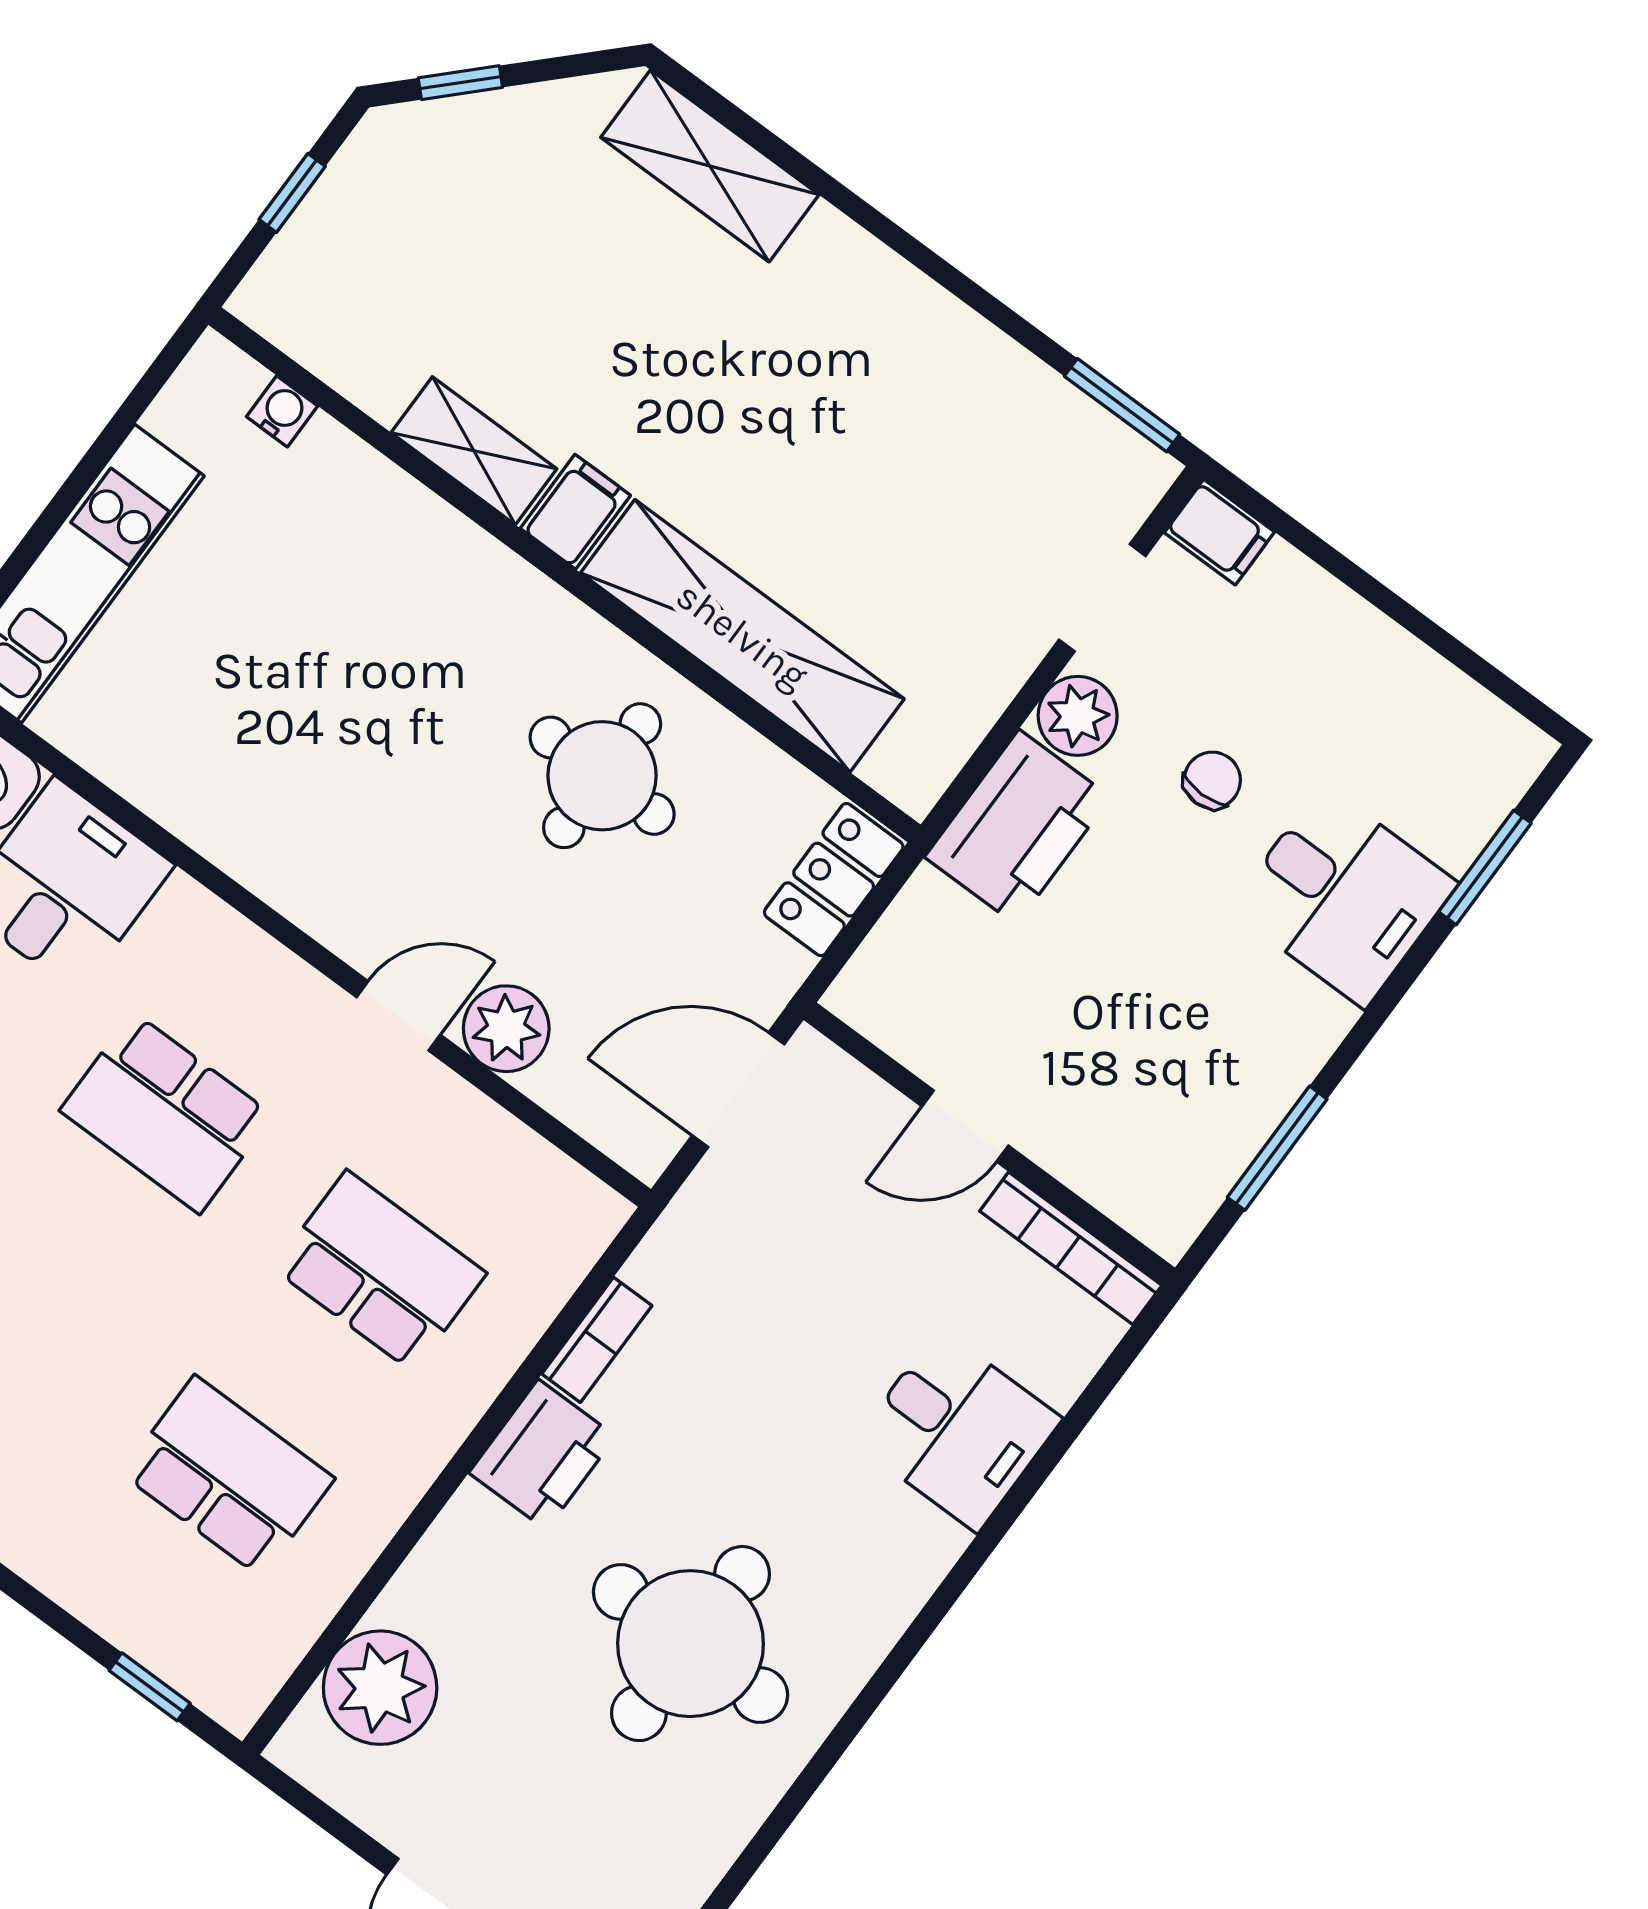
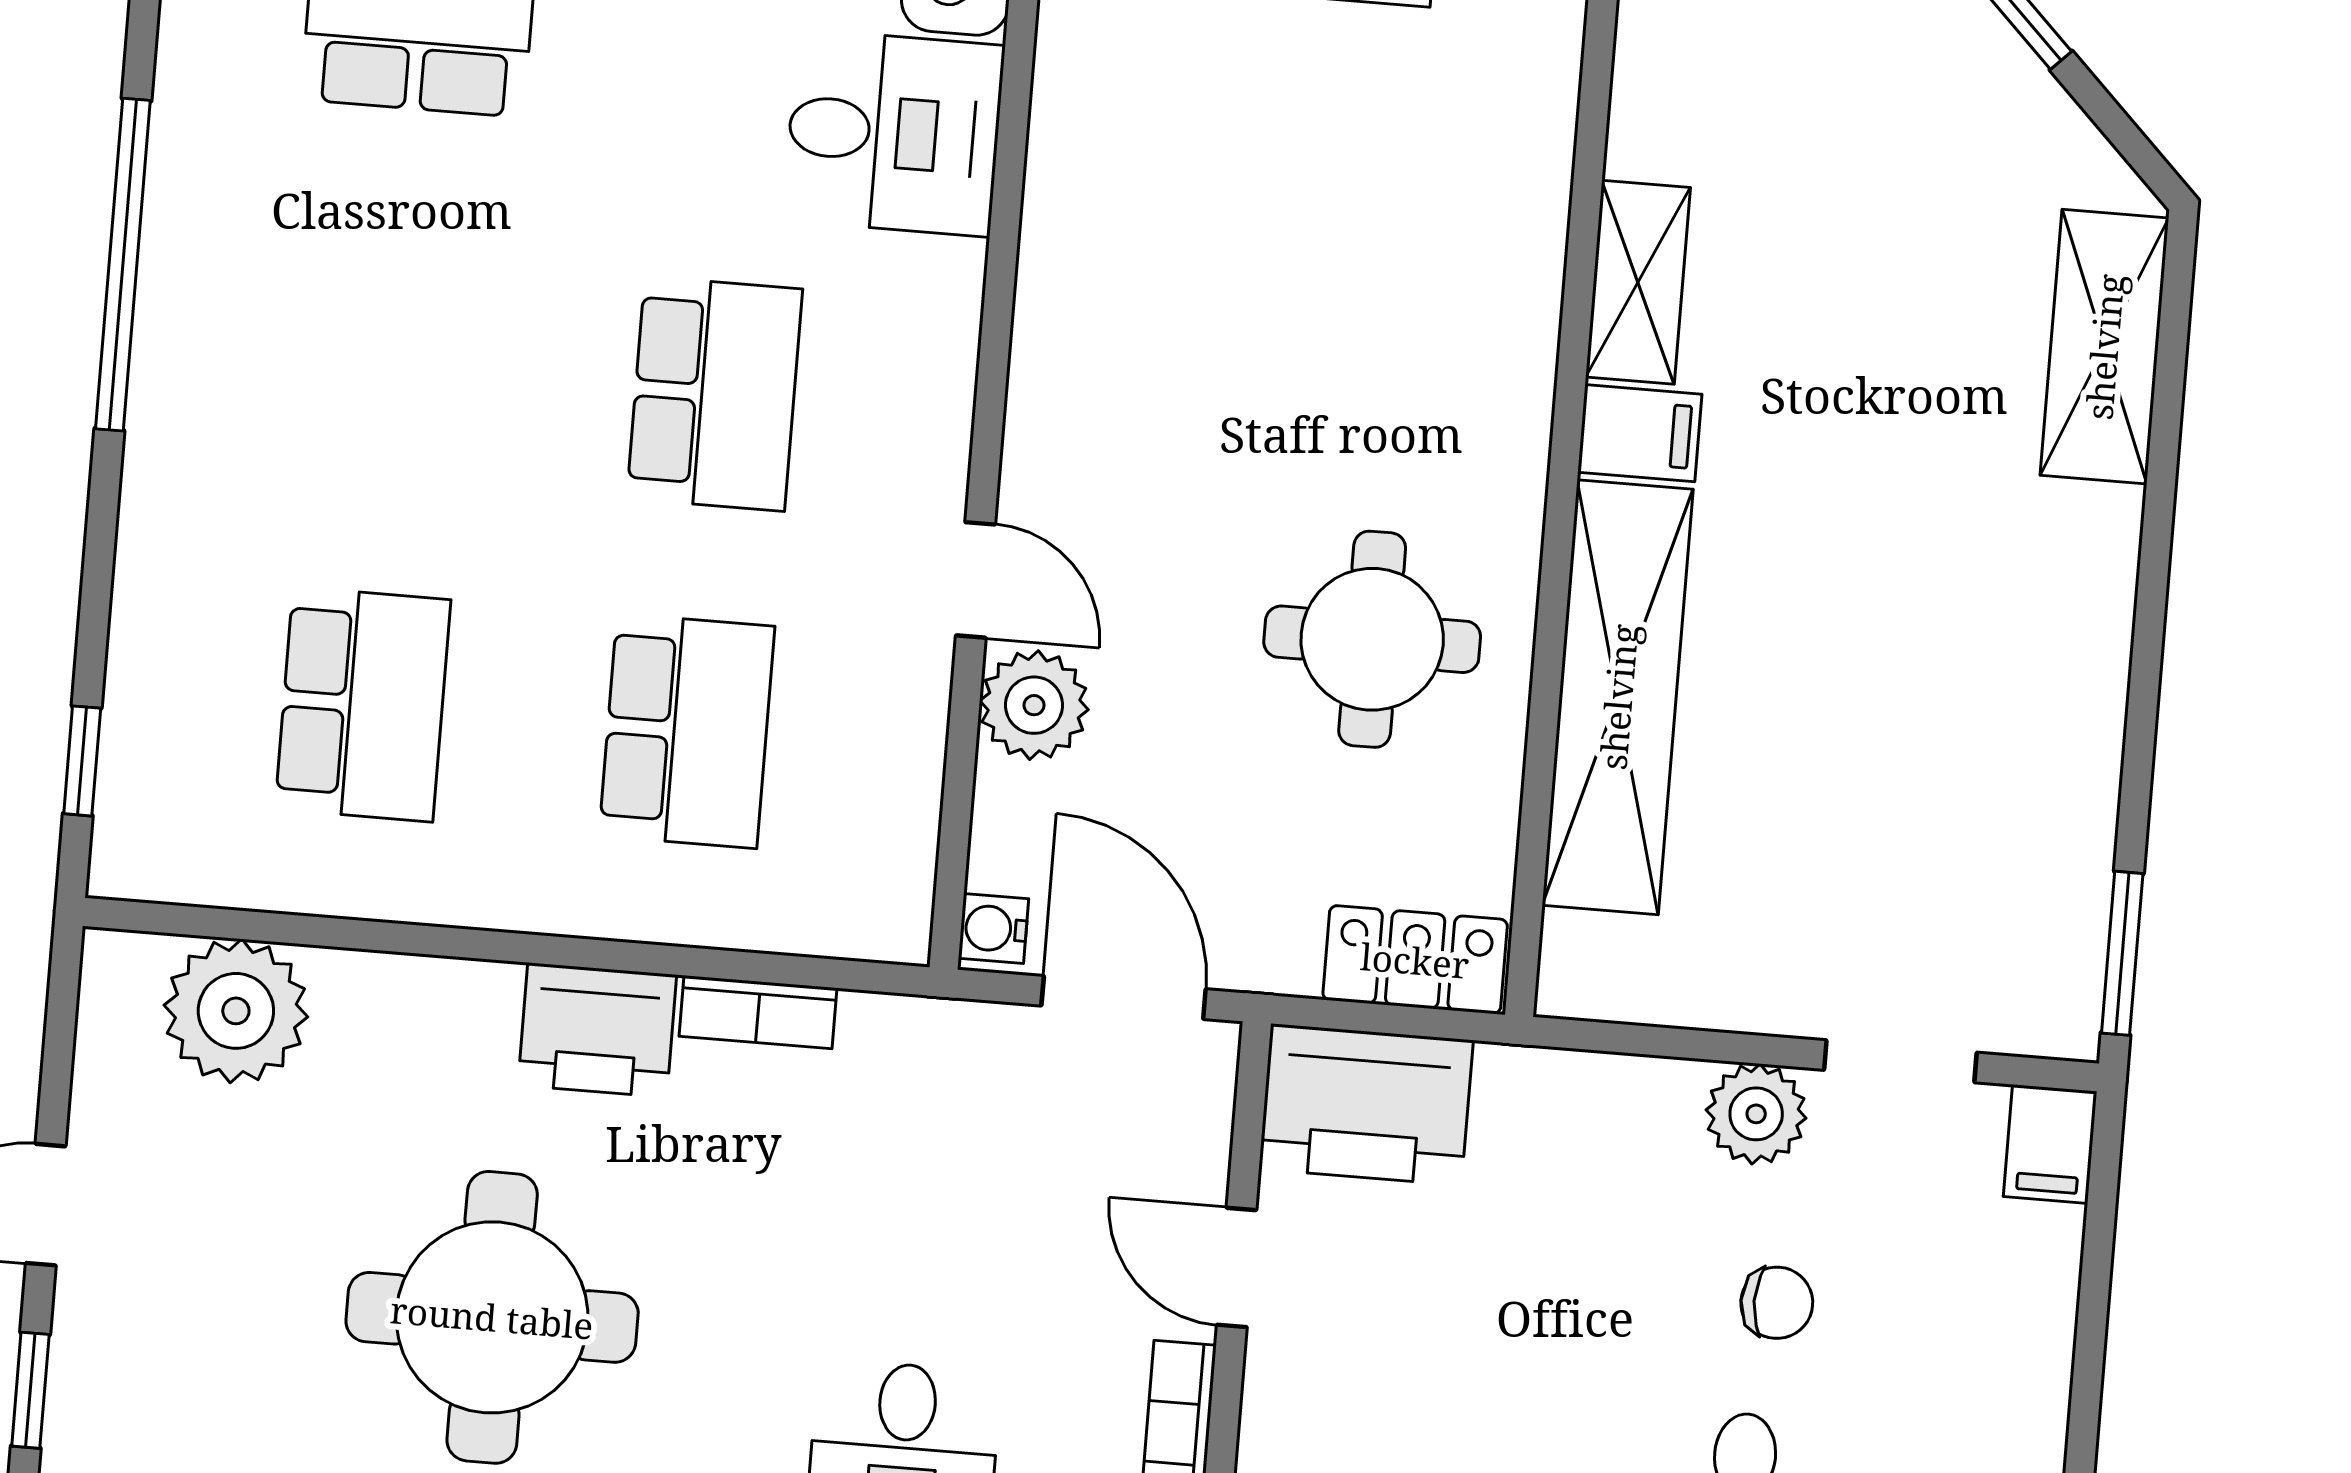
water cooler: (282, 411) -> (993, 929), moved, turned 180
printer: (1018, 827) -> (1366, 1105), moved
school desk: (166, 1113) -> (715, 394), turned 180

